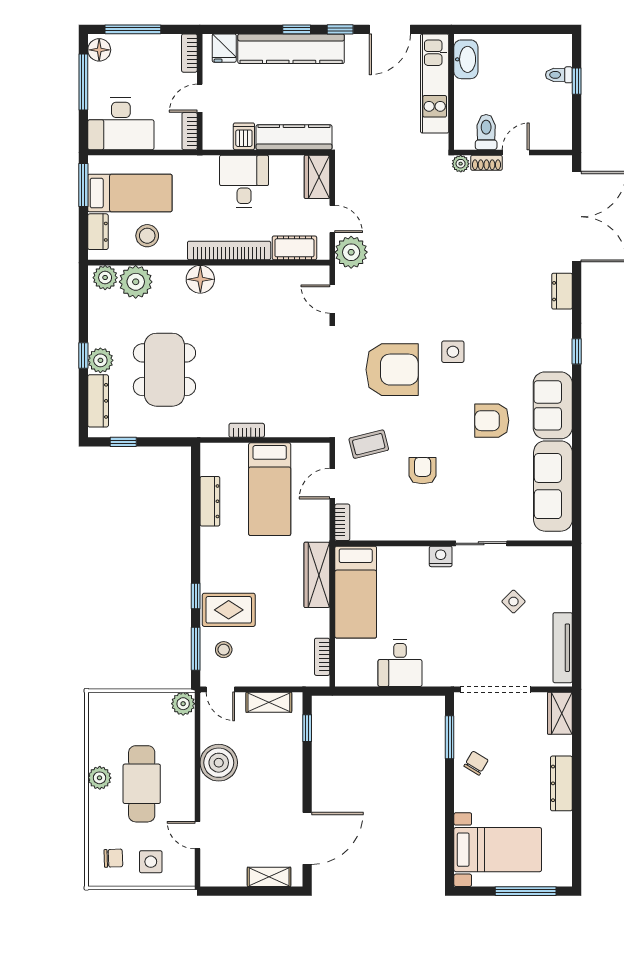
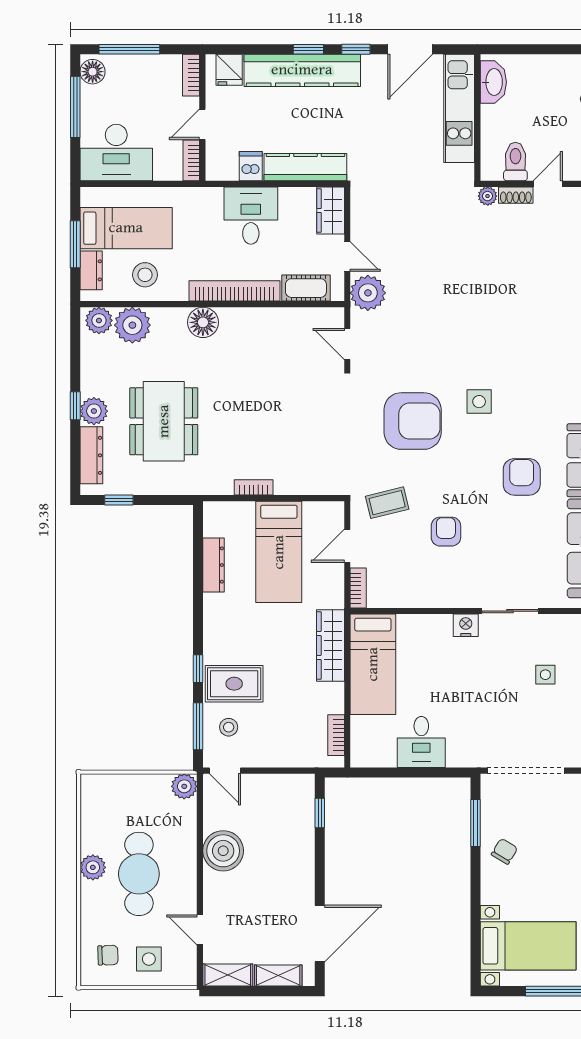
window: (83, 185) -> (75, 244), moved
armchair: (492, 421) -> (522, 477), turned 90
side table: (514, 602) -> (545, 675), turned 45
shelving: (269, 702) -> (228, 975), moved

